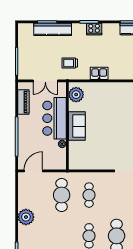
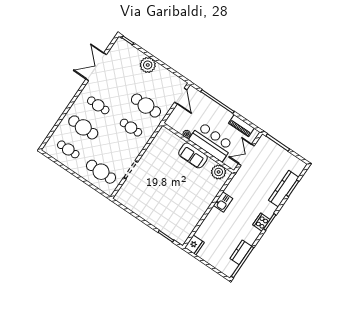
trolley: (70, 63) -> (247, 184), removed

